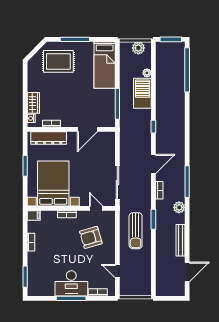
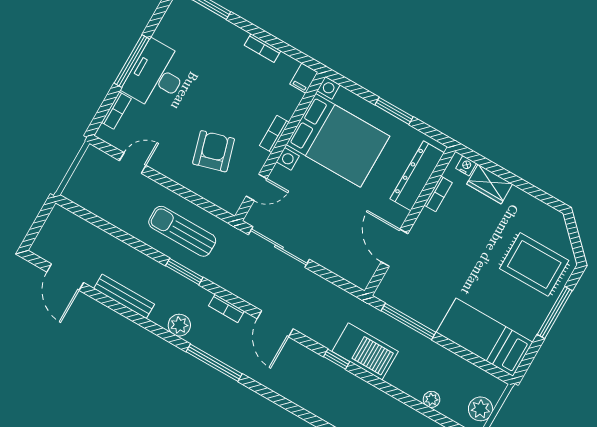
rug: (58, 61) -> (534, 264), turned 90
barbecue: (142, 93) -> (365, 351), moved

